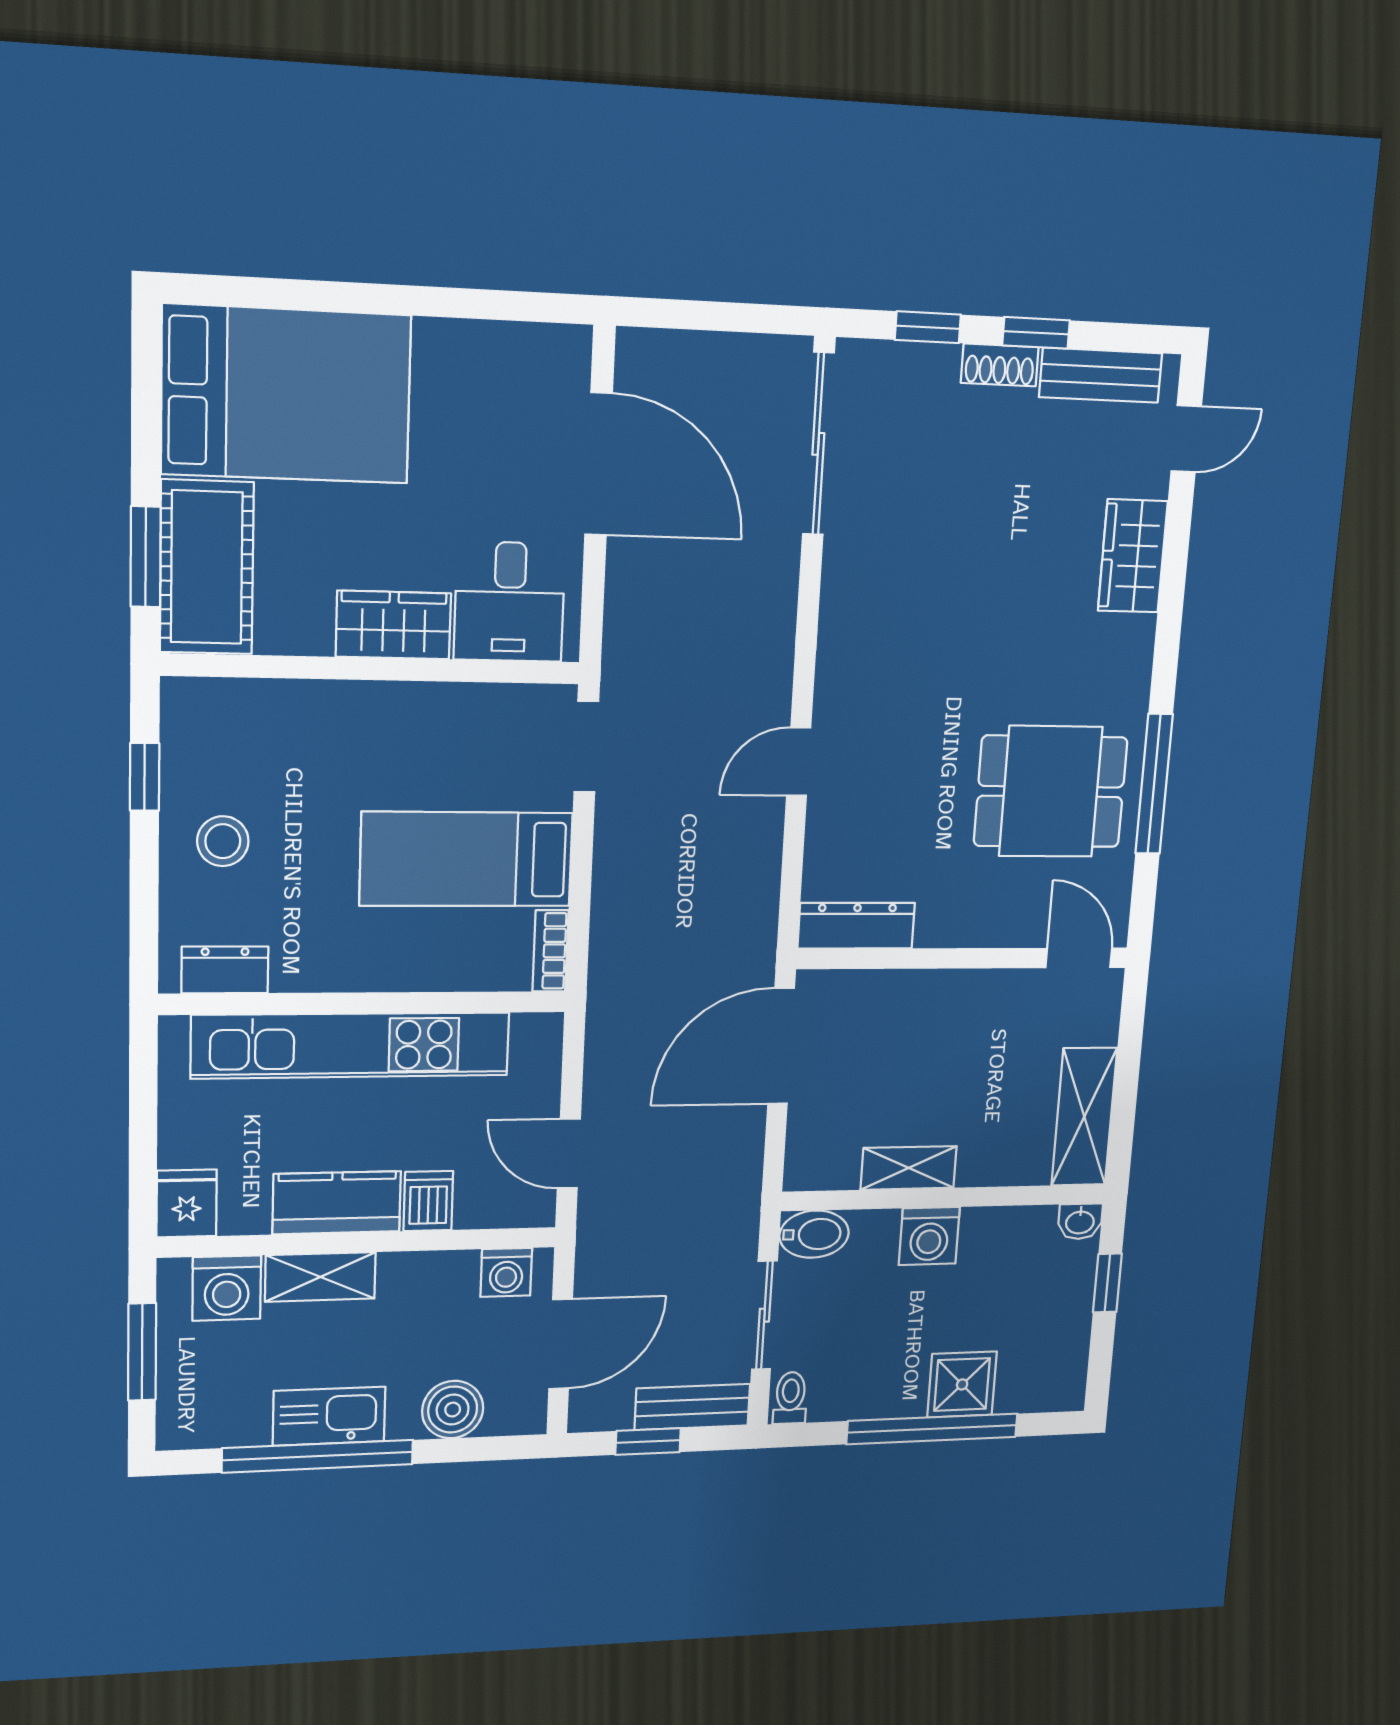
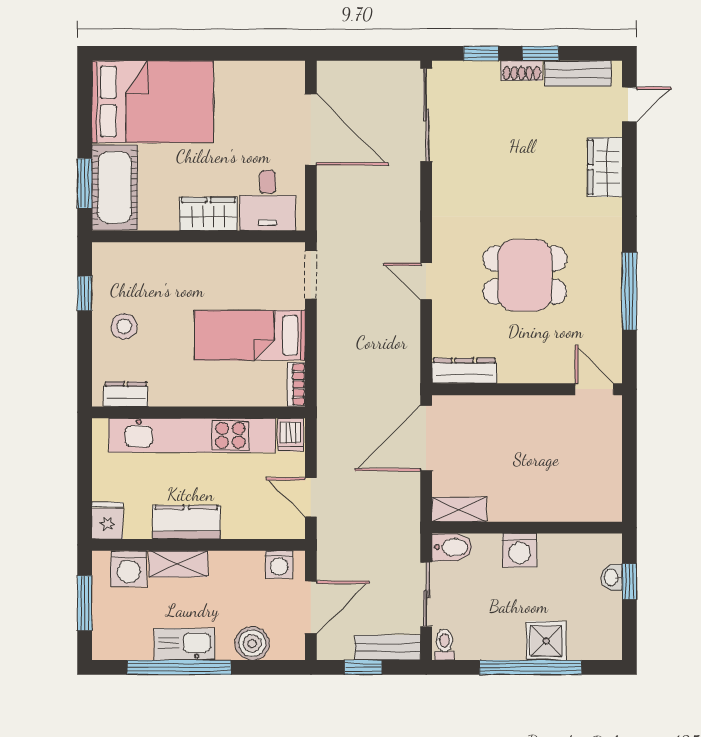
door: (799, 762) -> (426, 281), hinge flipped
dining table: (1051, 792) -> (525, 275), moved
shelving: (1084, 1117) -> (606, 482), removed
shelving: (909, 1168) -> (459, 510), moved
dishwasher: (428, 1201) -> (291, 435), moved, turned 180
washbasin: (1080, 1221) -> (612, 577), moved, turned 90

